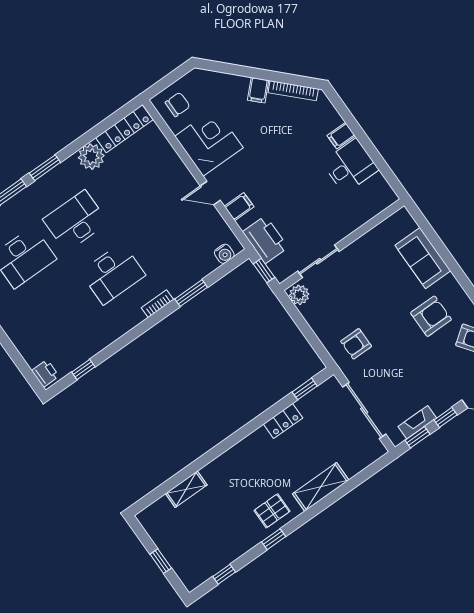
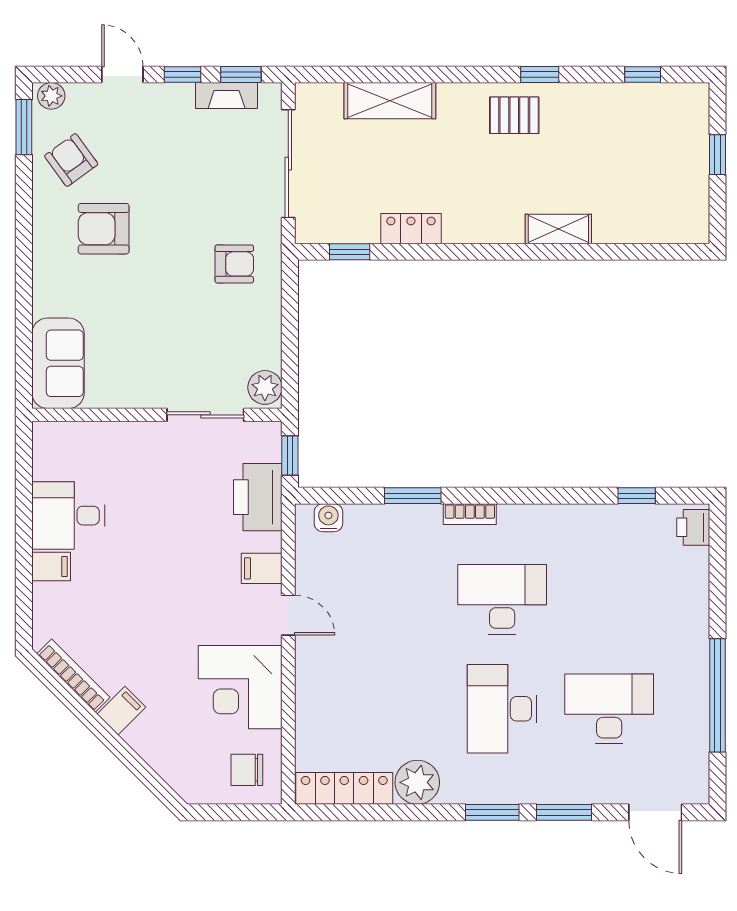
desk: (75, 221) -> (502, 709), turned 90
sofa: (423, 258) -> (58, 363), moved
shelving: (321, 487) -> (390, 101), moved
shelving: (186, 489) -> (558, 229), moved

